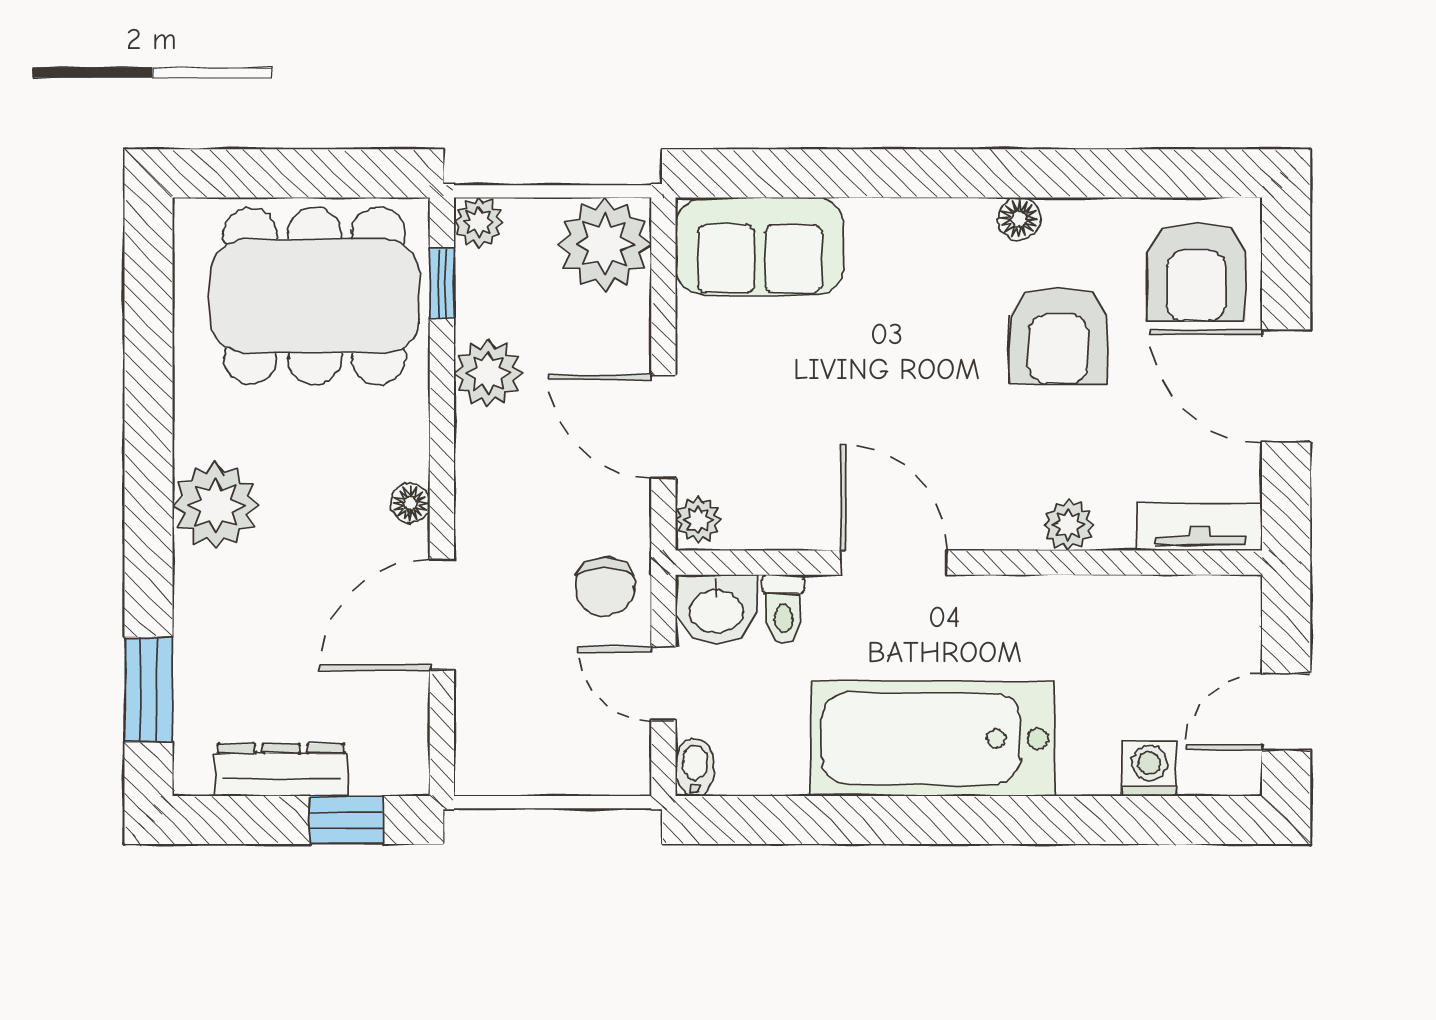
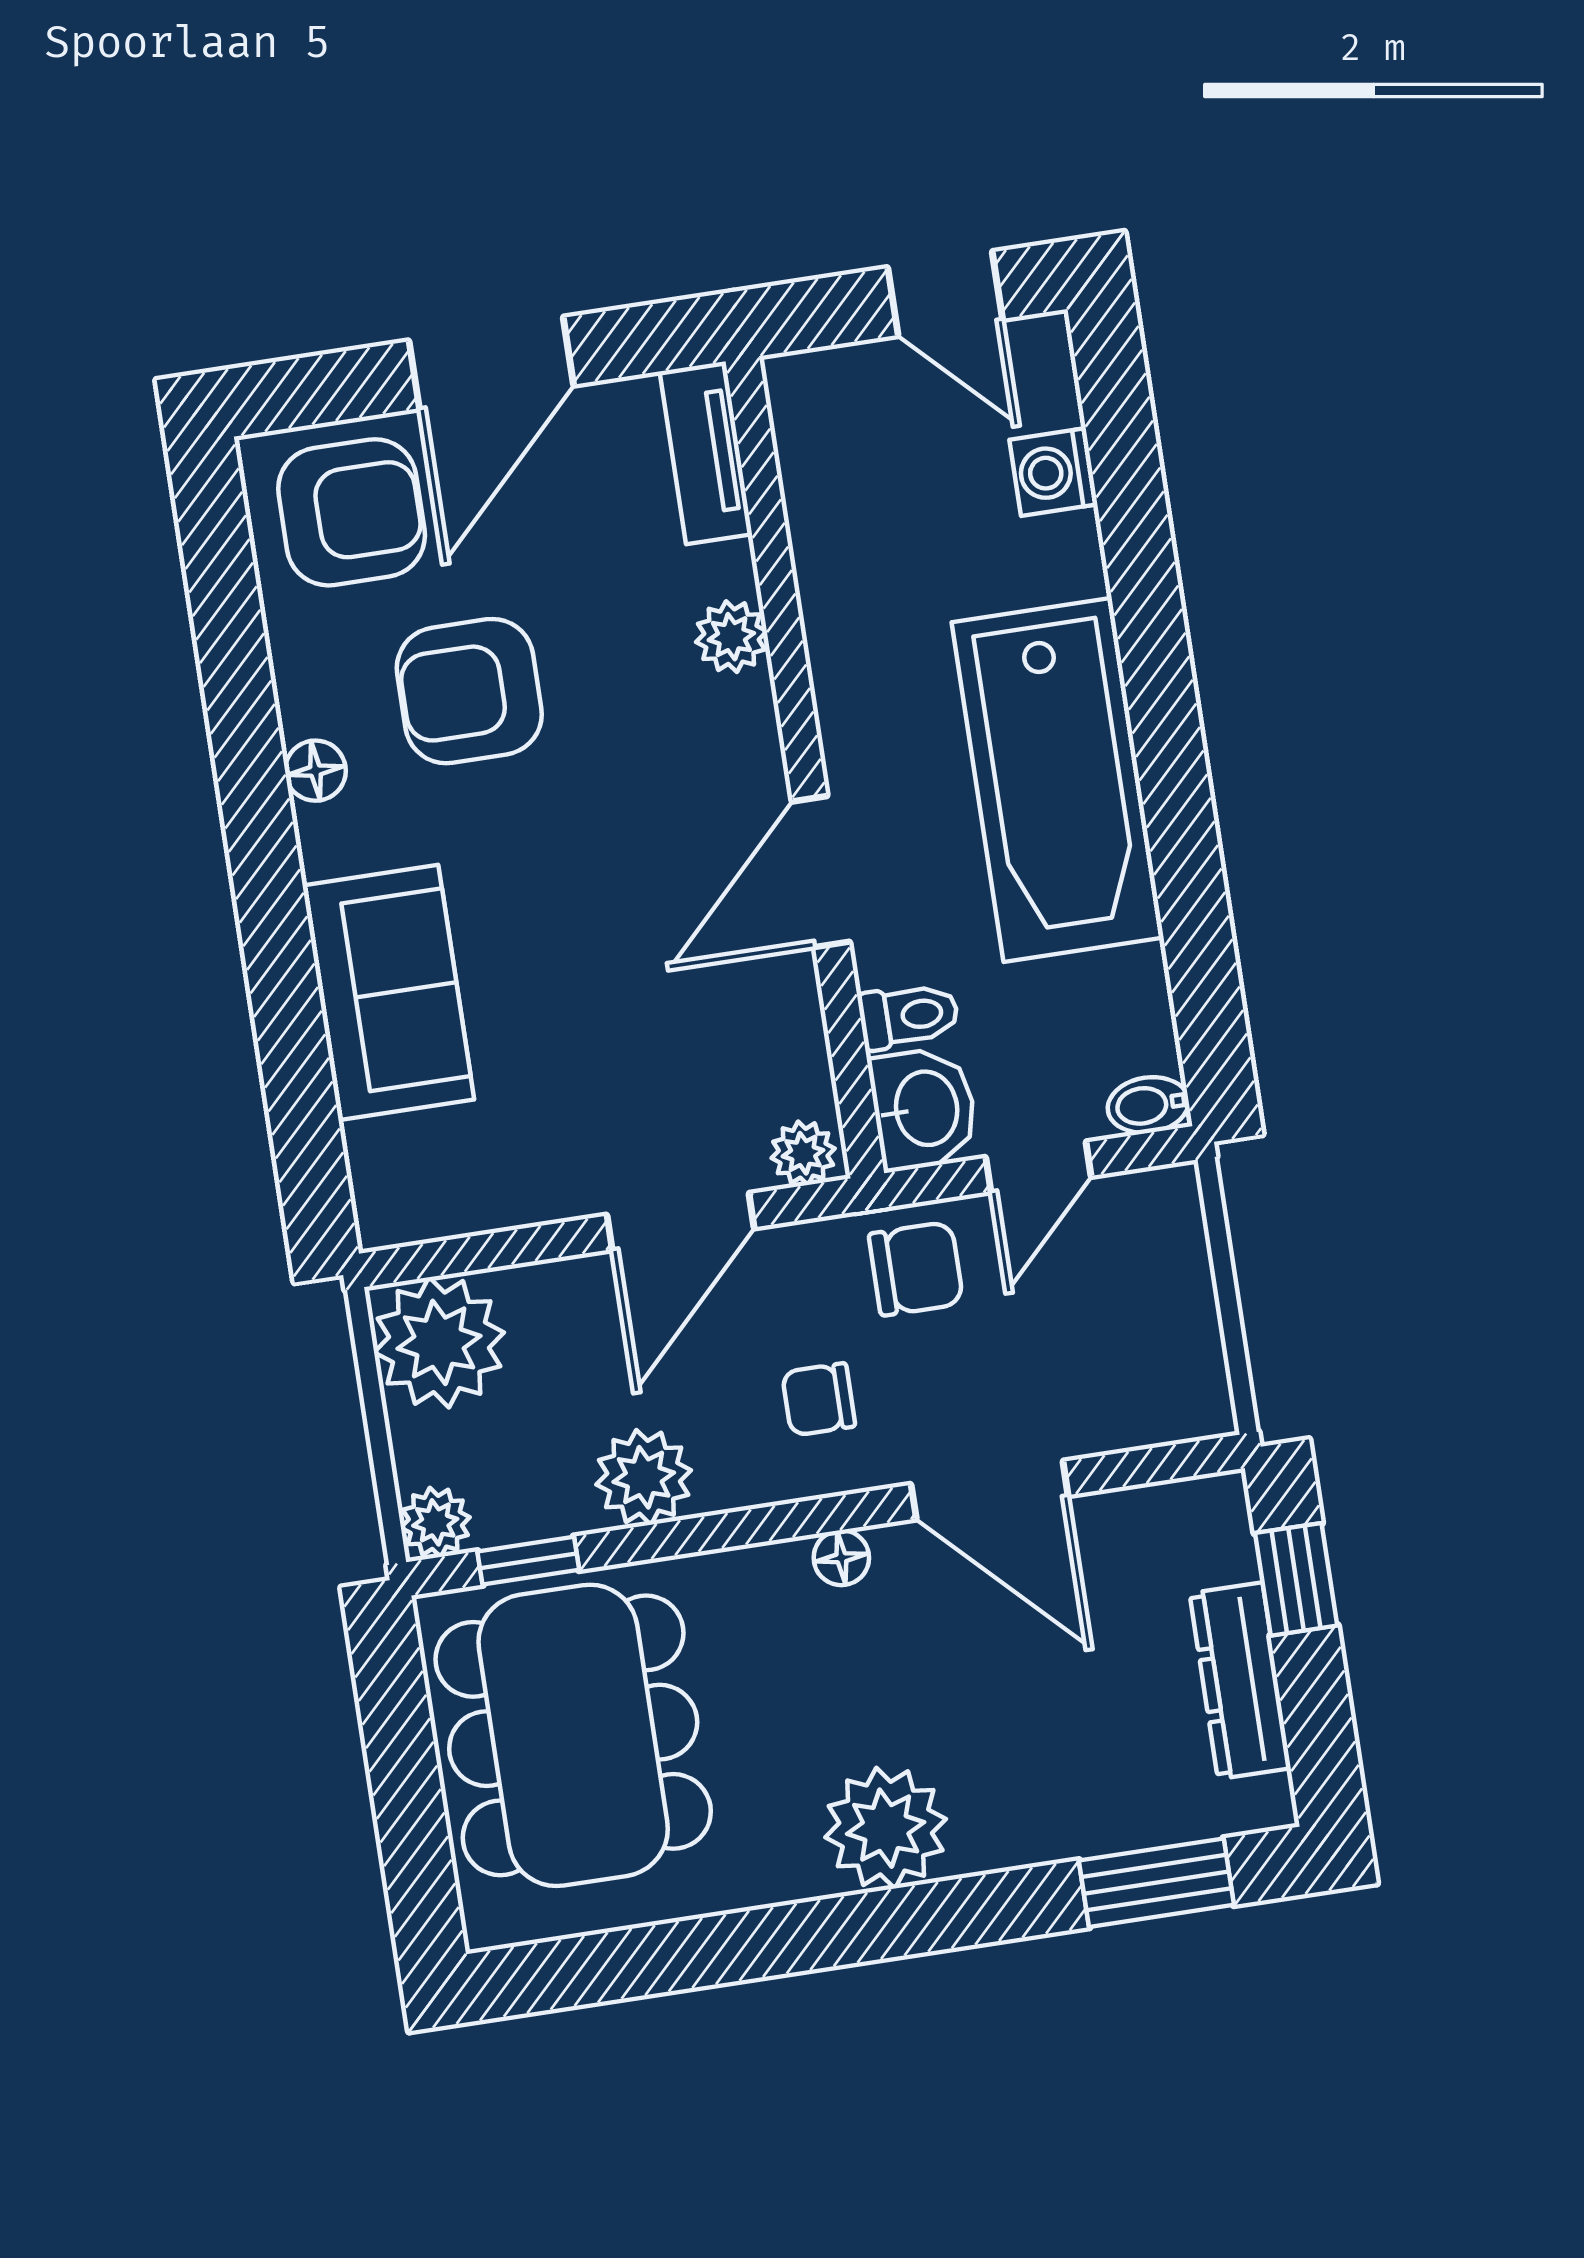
sofa: (760, 246) -> (388, 992), moved
armchair: (1058, 335) -> (469, 691), turned 180
chair: (524, 504) -> (819, 1399), added

